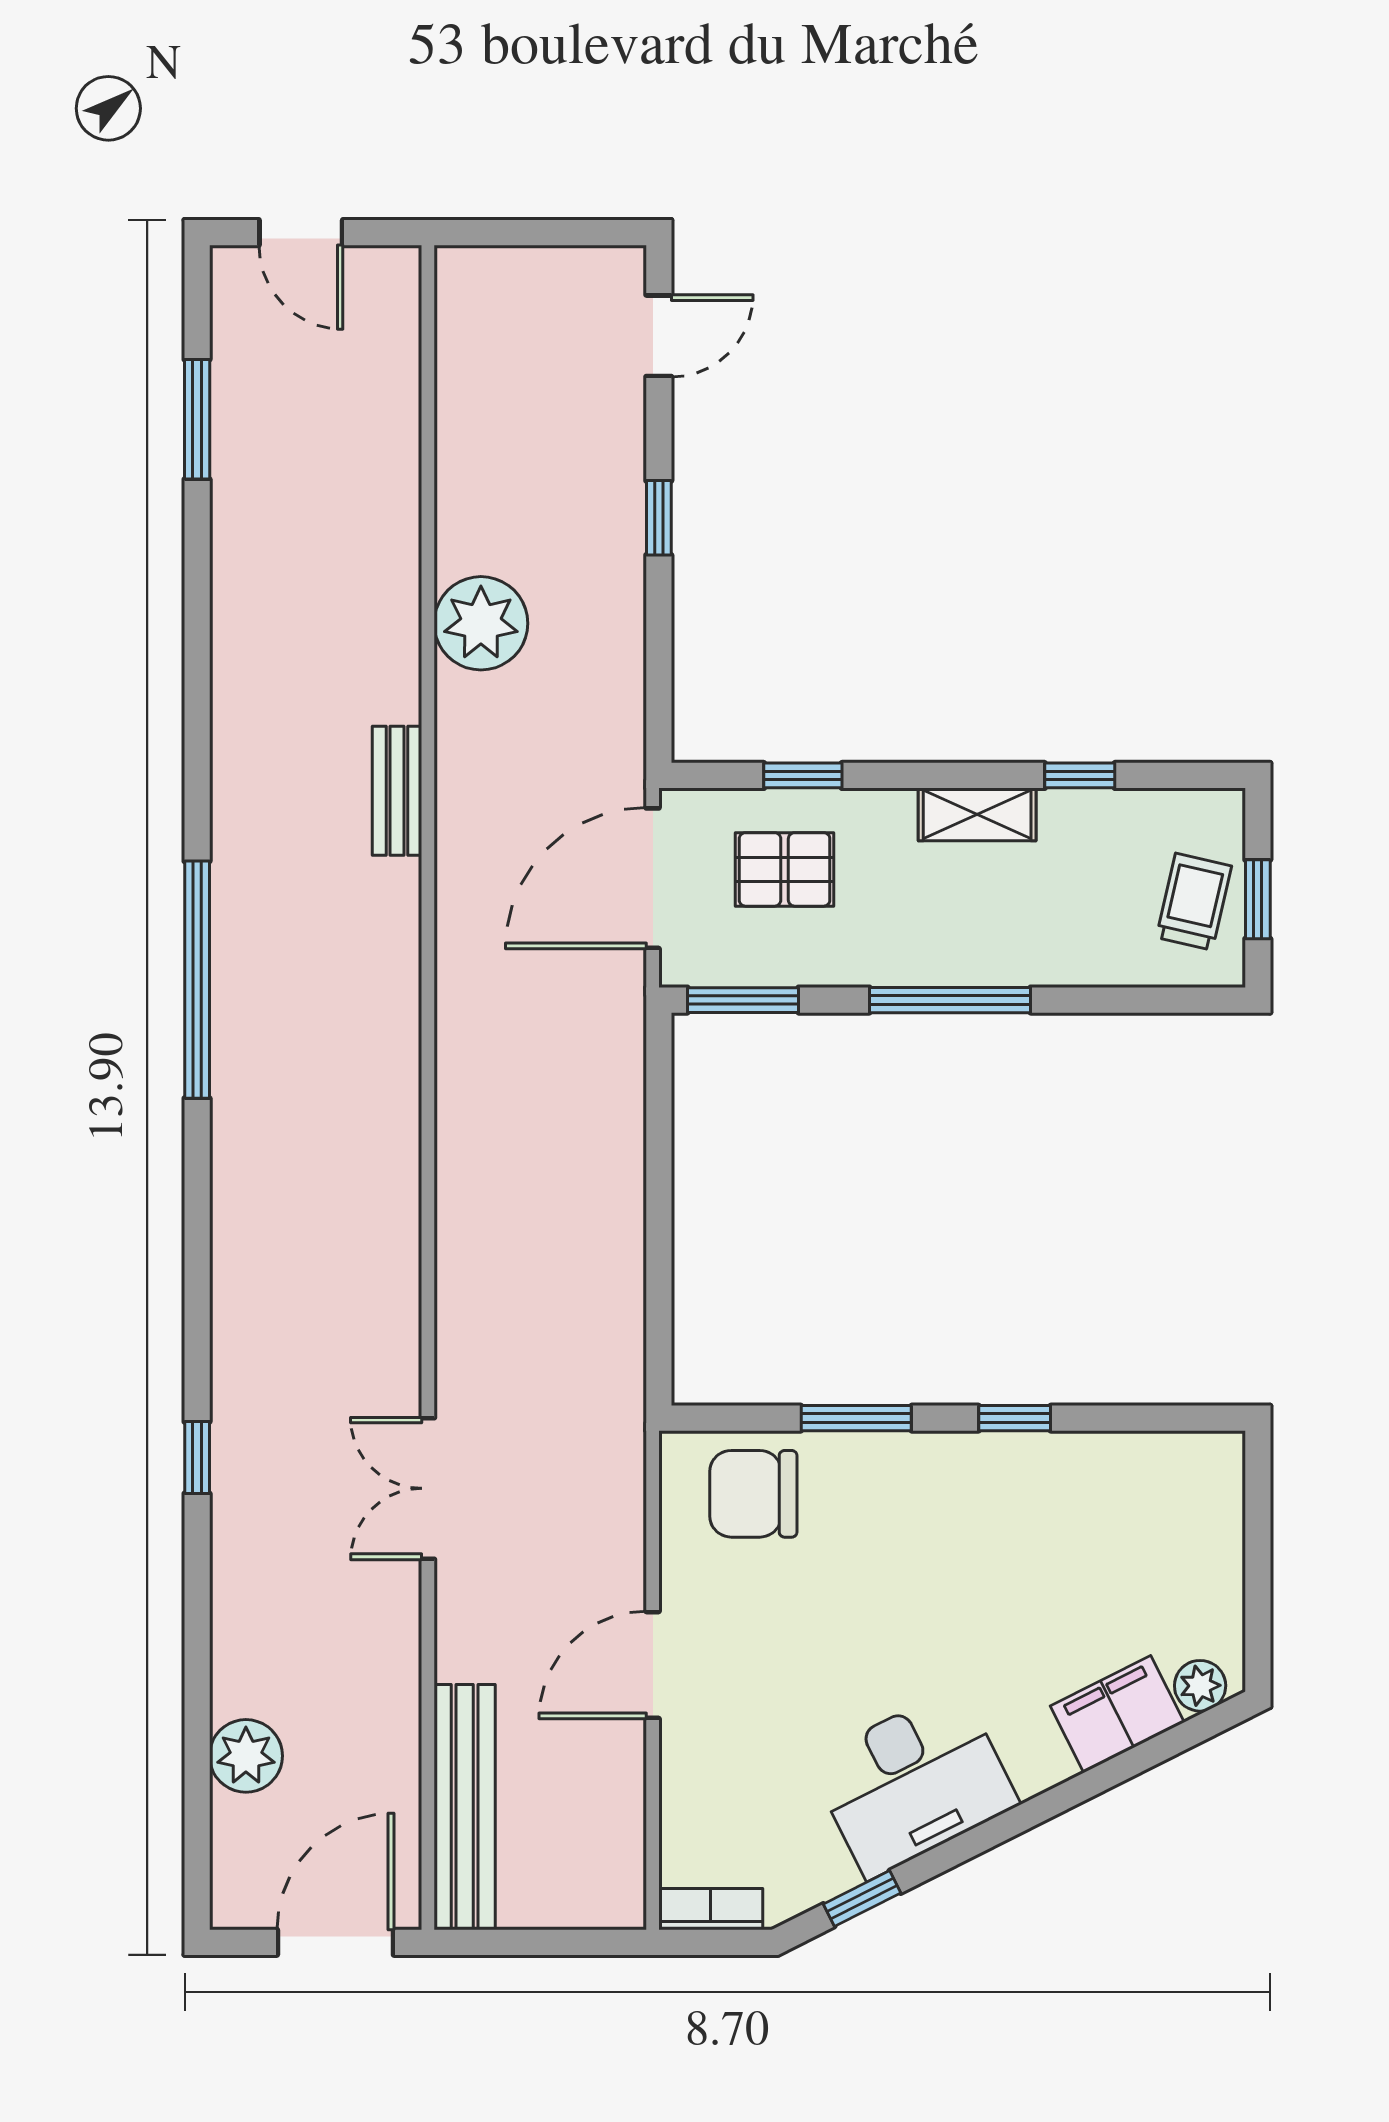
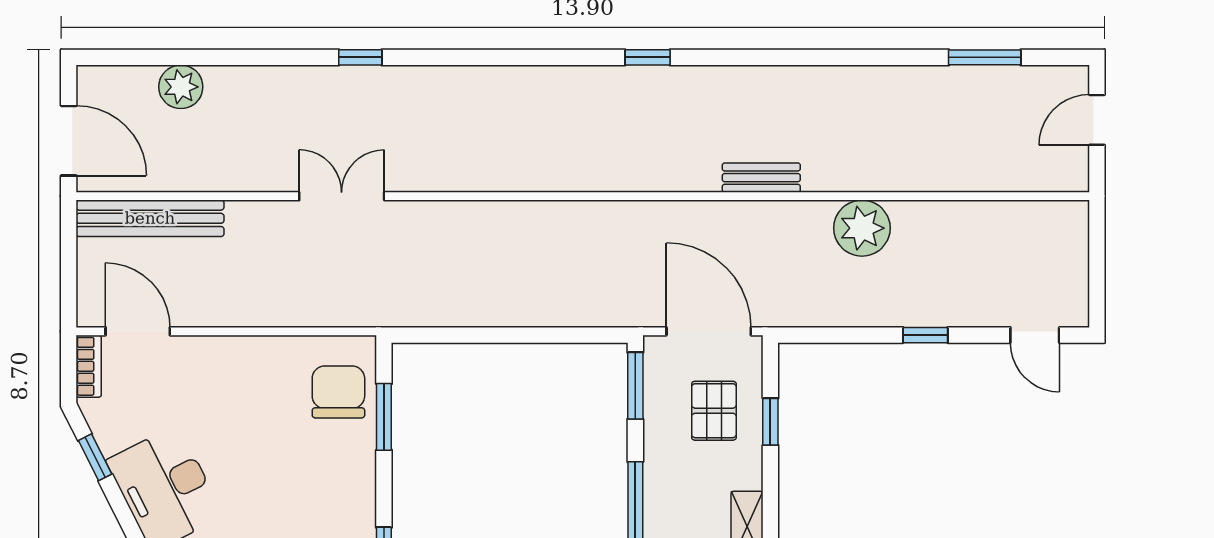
window: (197, 980) -> (648, 57), width x0.32
window: (856, 1418) -> (384, 417), moved
door: (653, 1665) -> (138, 331), moved

